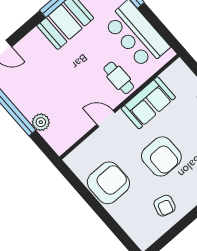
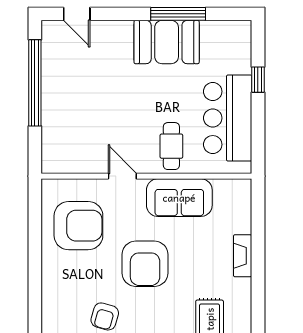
plant: (41, 122) -> (53, 122), removed
armchair: (108, 183) -> (78, 226), moved

